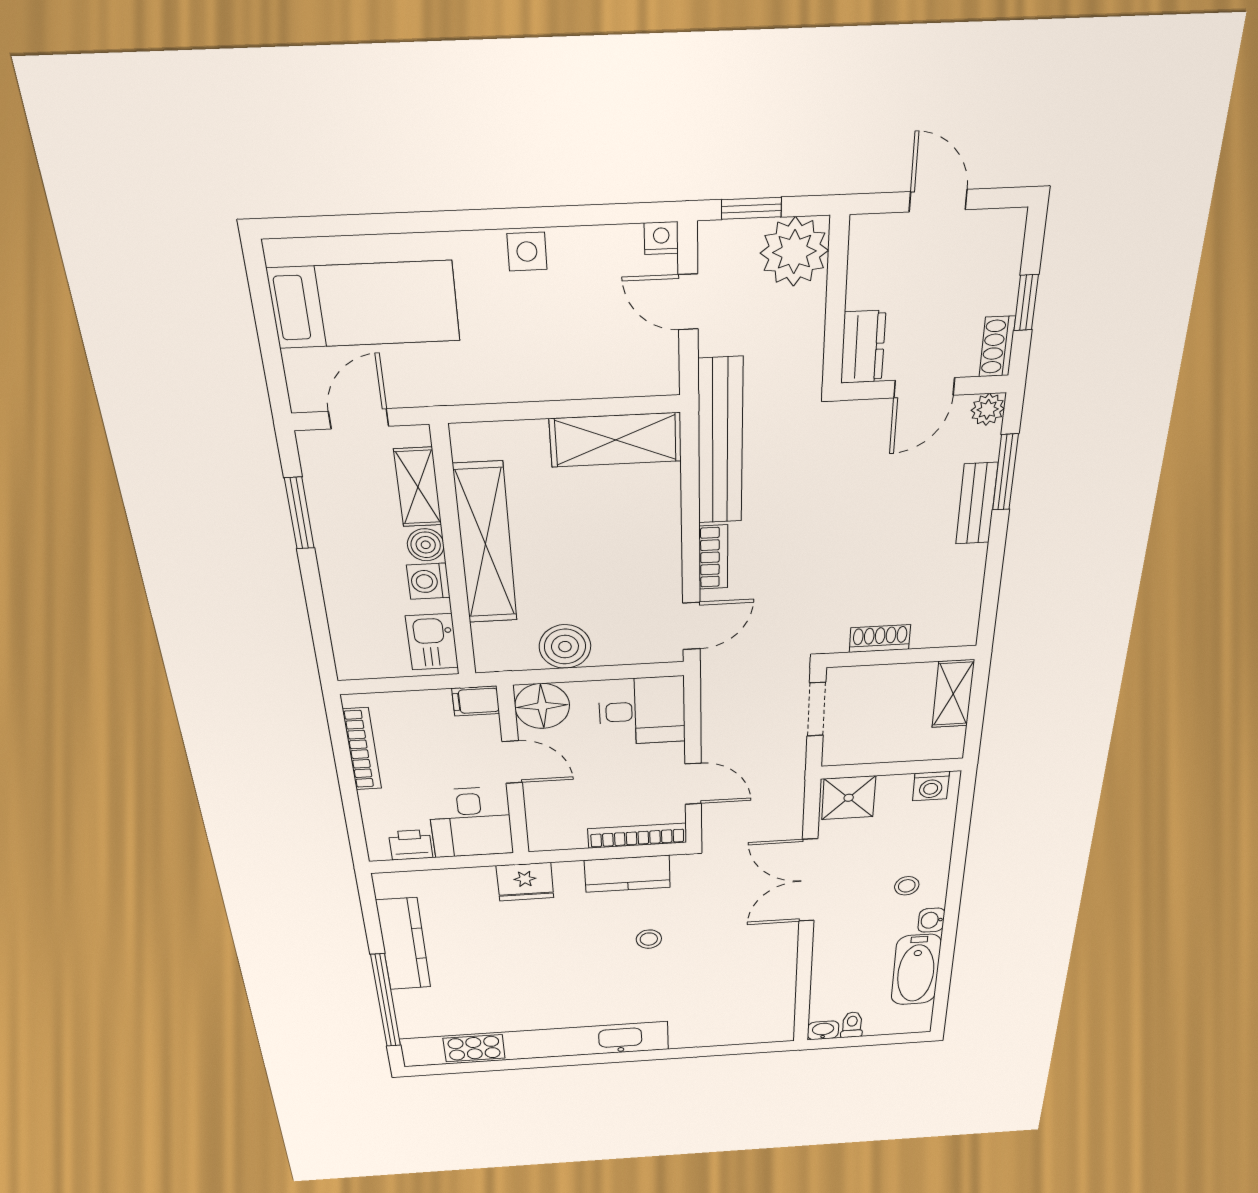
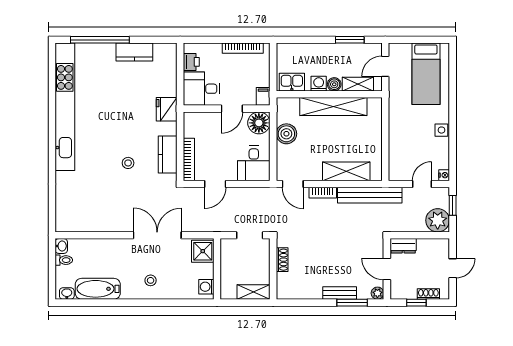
shoe rack: (997, 347) -> (428, 294), moved
door: (359, 419) -> (385, 66), swing flipped
shelving: (616, 440) -> (346, 171), moved, turned 90
washbasin: (931, 920) -> (67, 294), moved
kitchen counter: (404, 944) -> (134, 52), width x0.67

